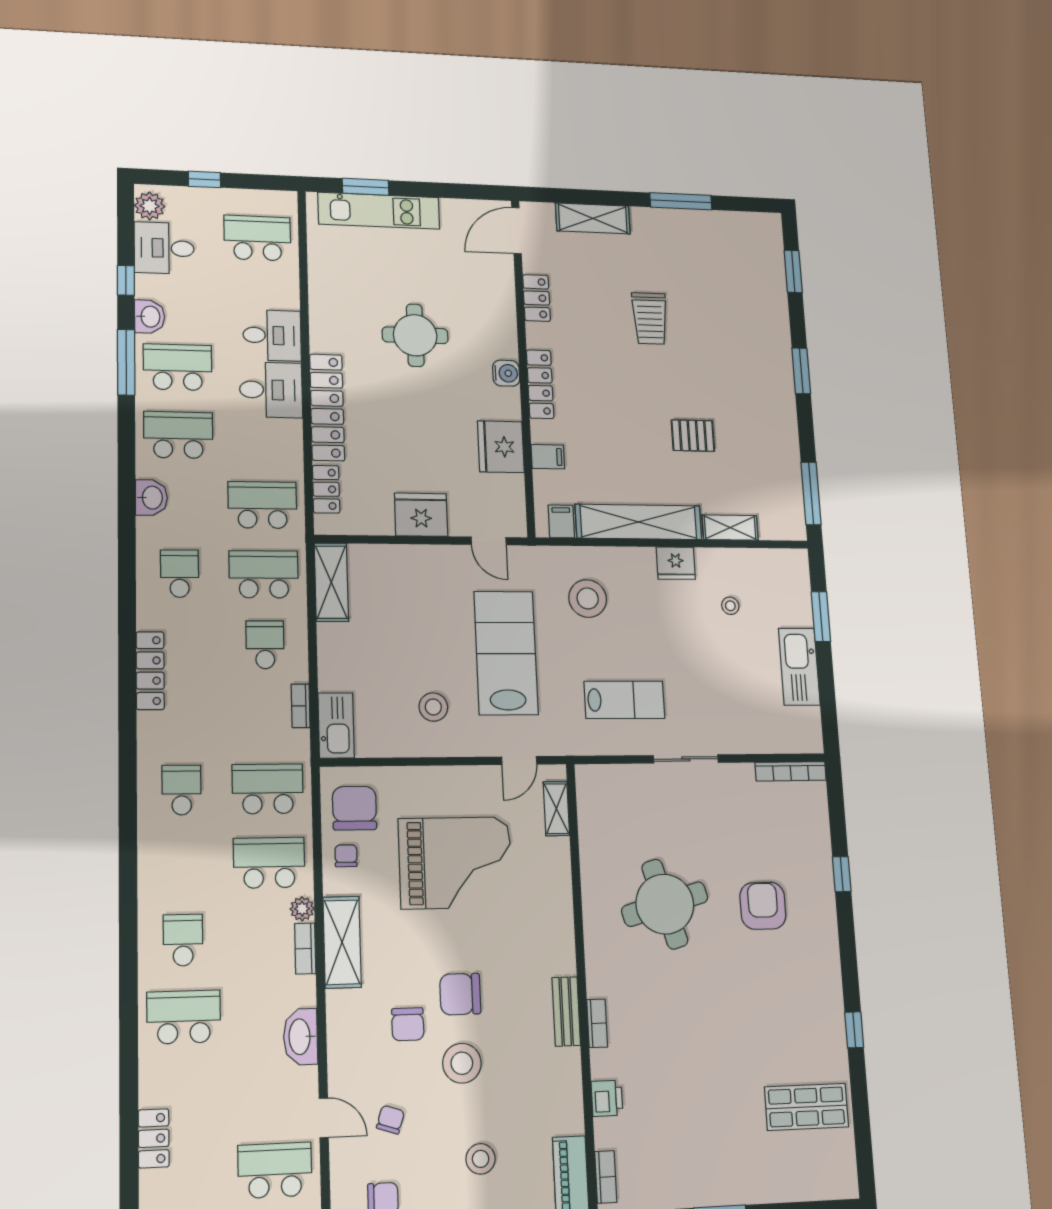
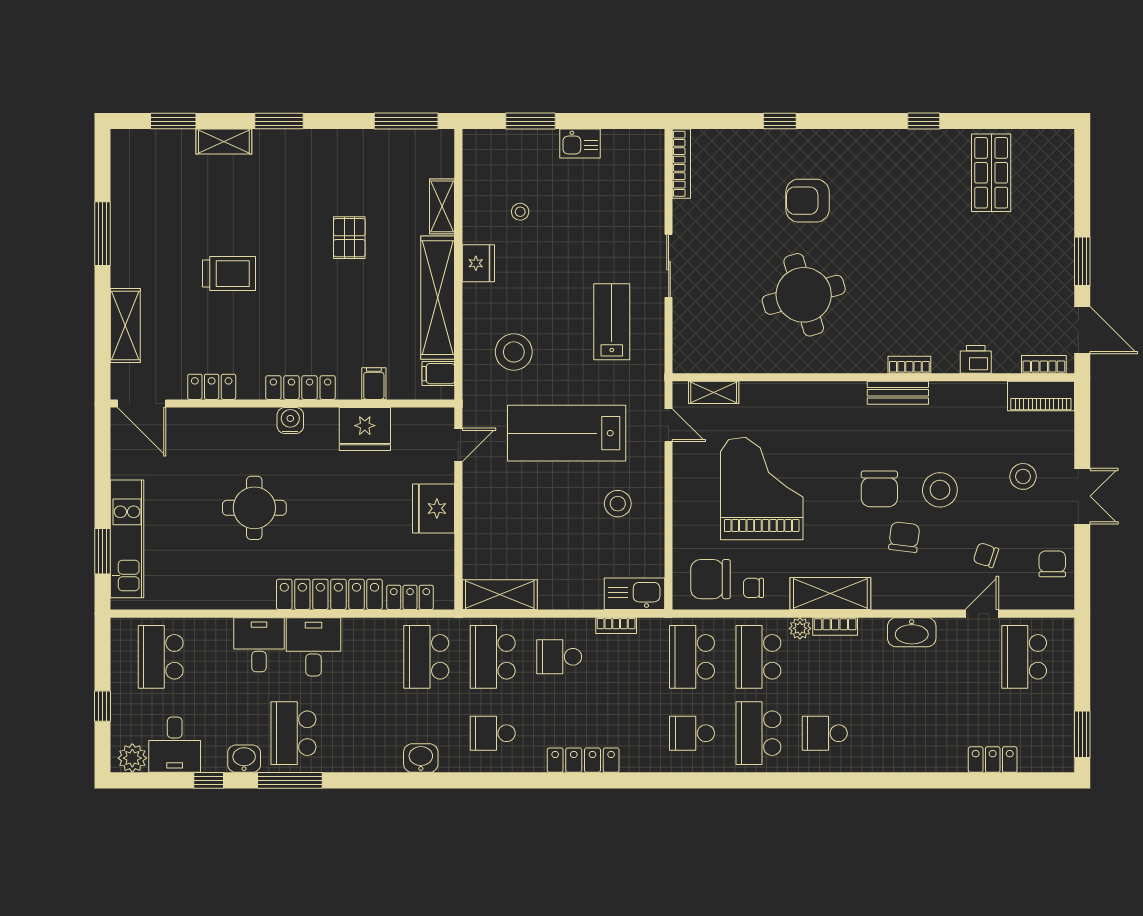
shelving: (778, 318) -> (224, 142), added
school desk: (178, 435) -> (360, 733), removed
kitchen sink: (799, 667) -> (580, 144), width x0.53, depth x0.81
school desk: (184, 1017) -> (758, 733), moved
chair: (408, 1024) -> (904, 537), turned -83

